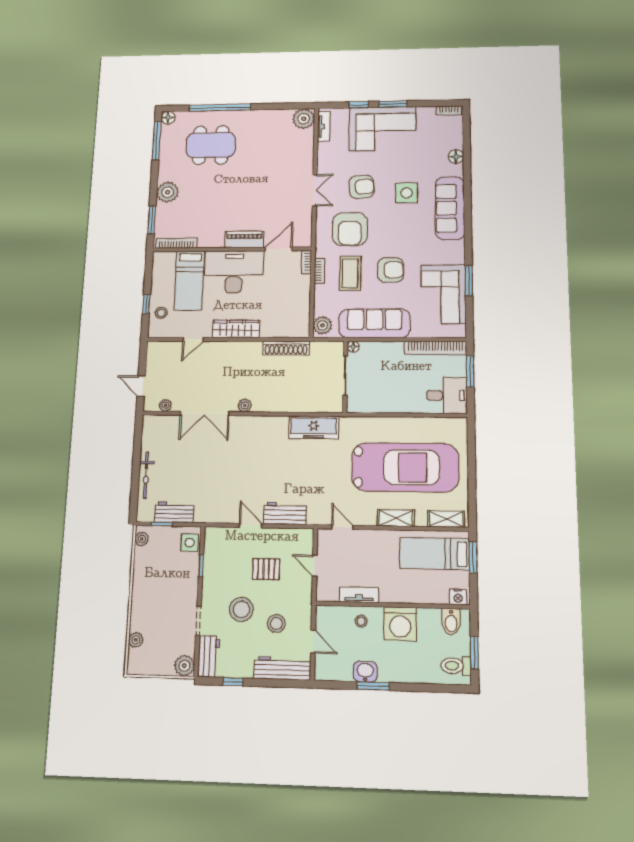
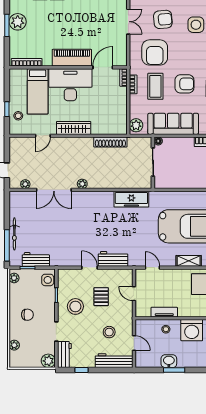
window: (152, 220) -> (7, 25), moved
piano: (244, 239) -> (72, 58), width x1.37, depth x1.33
window: (135, 491) -> (7, 245), added
pallet: (266, 569) -> (101, 297), turned 90
chair: (158, 594) -> (27, 315), added
stool: (241, 609) -> (75, 306), moved

